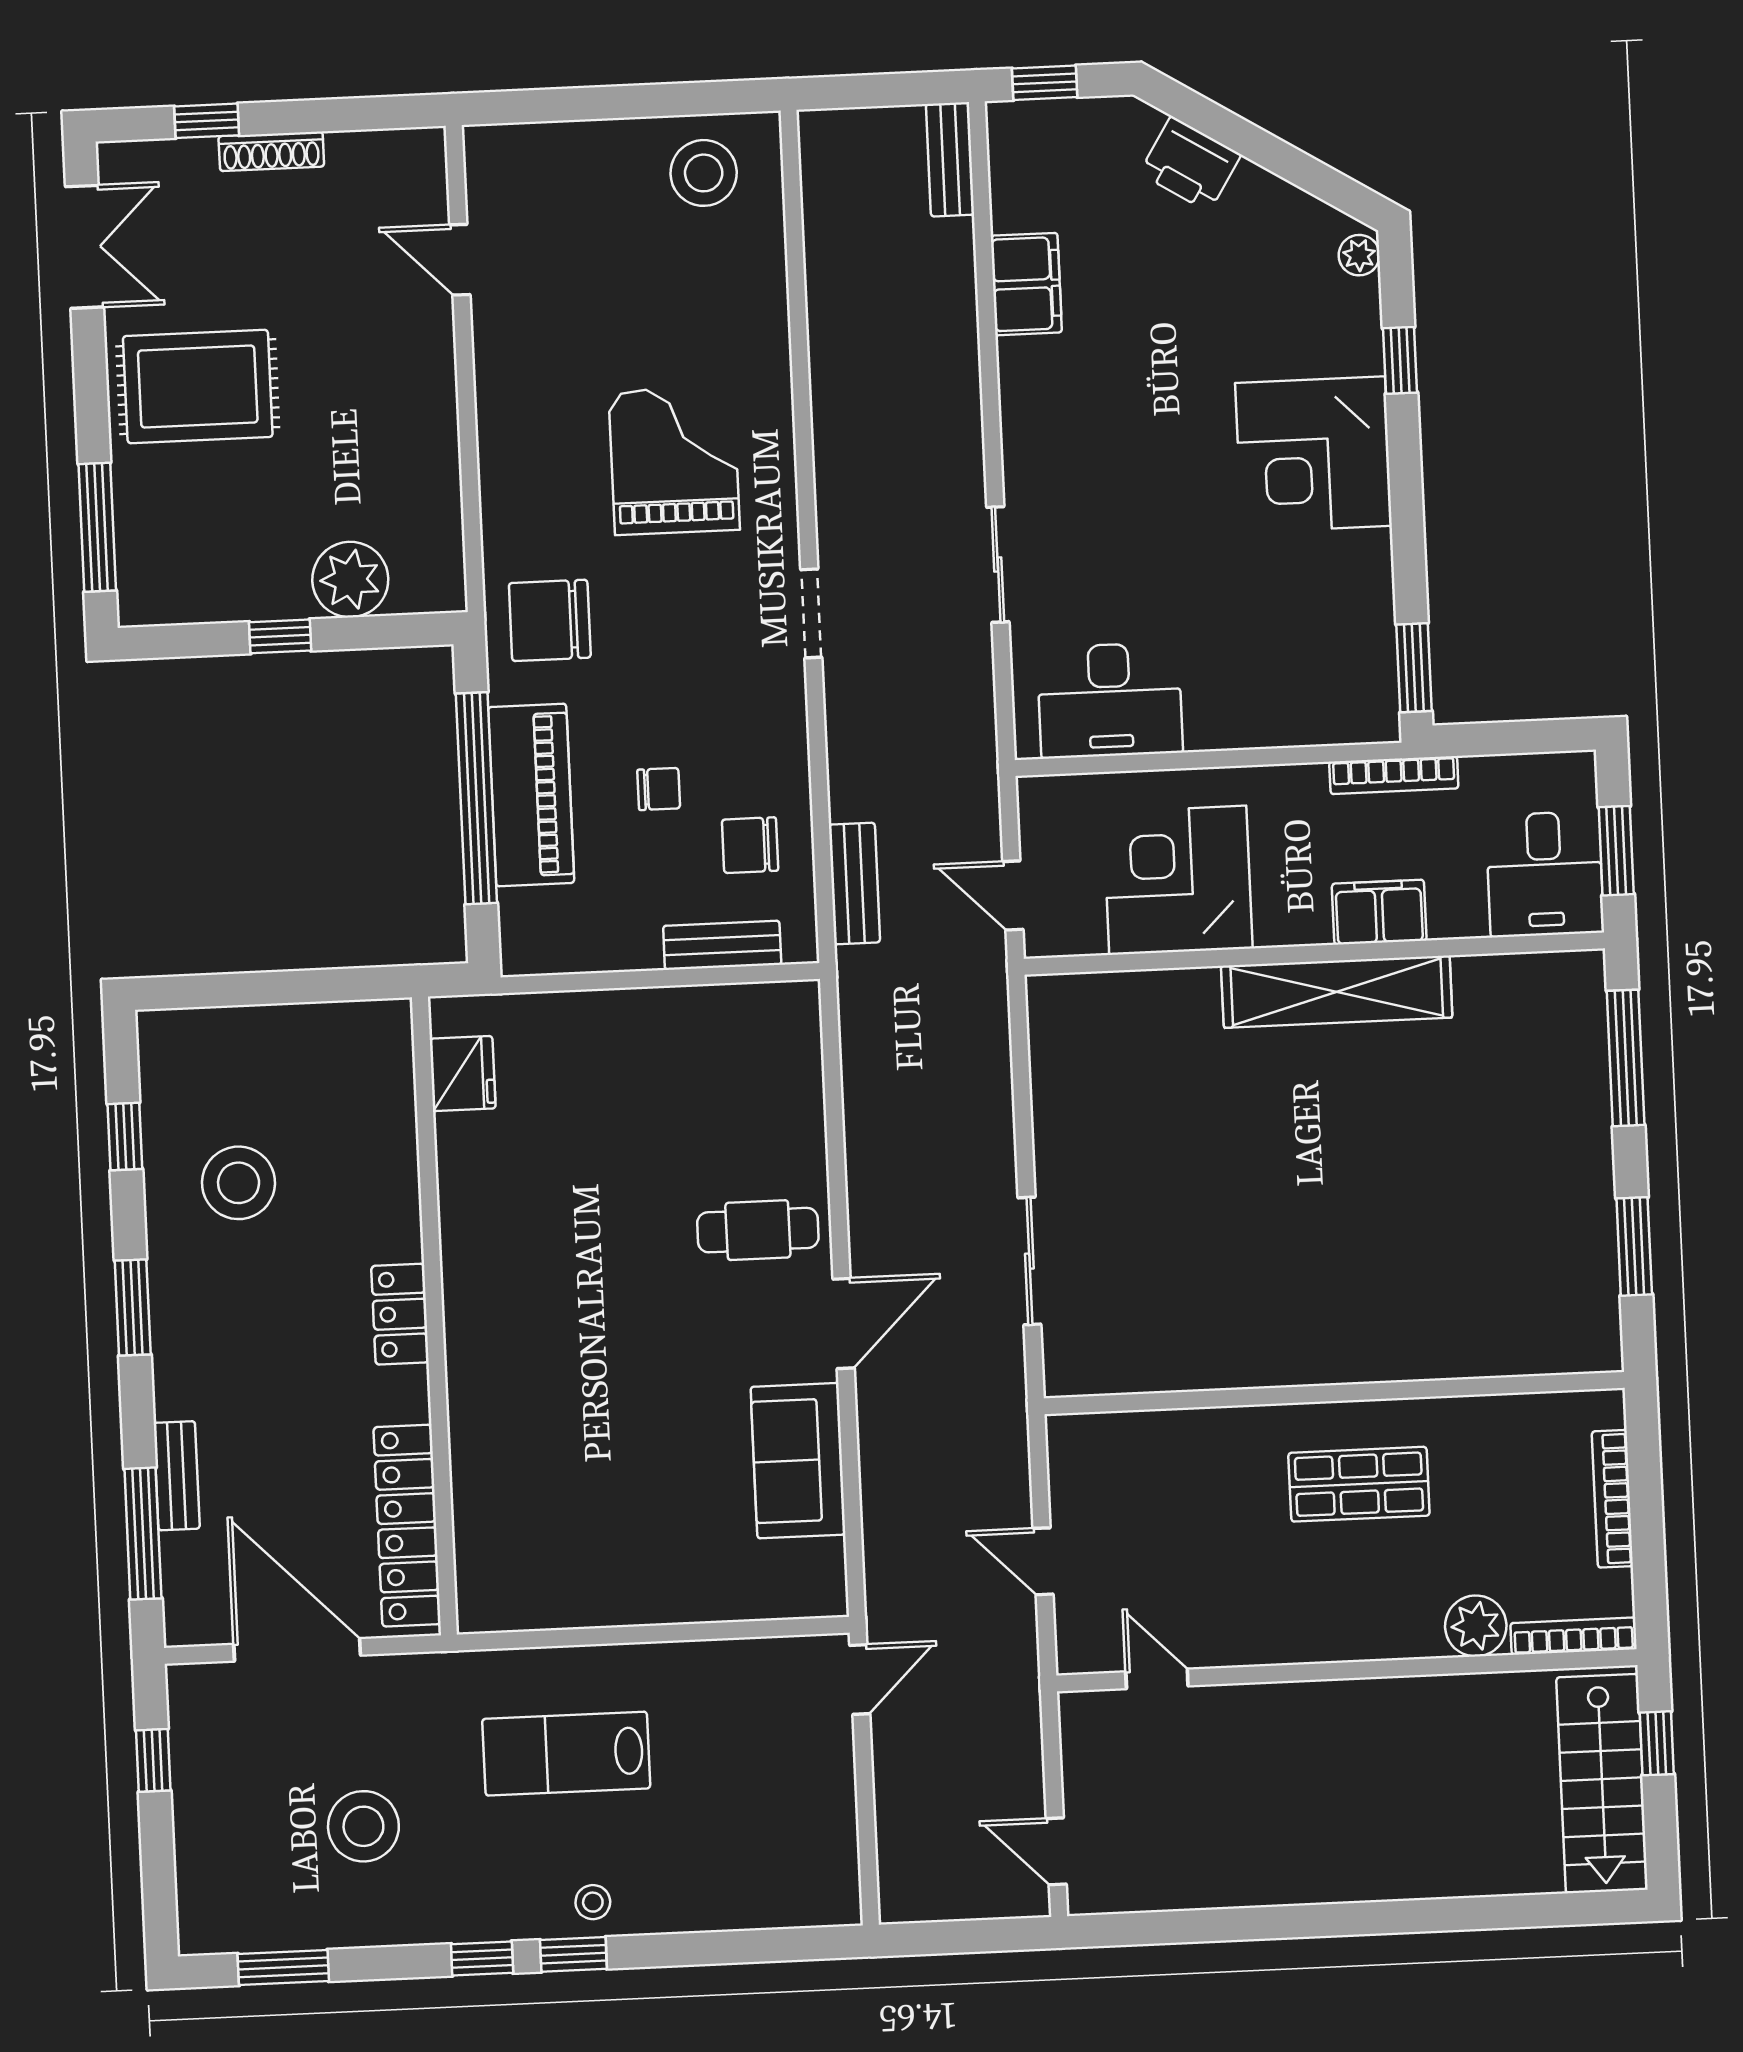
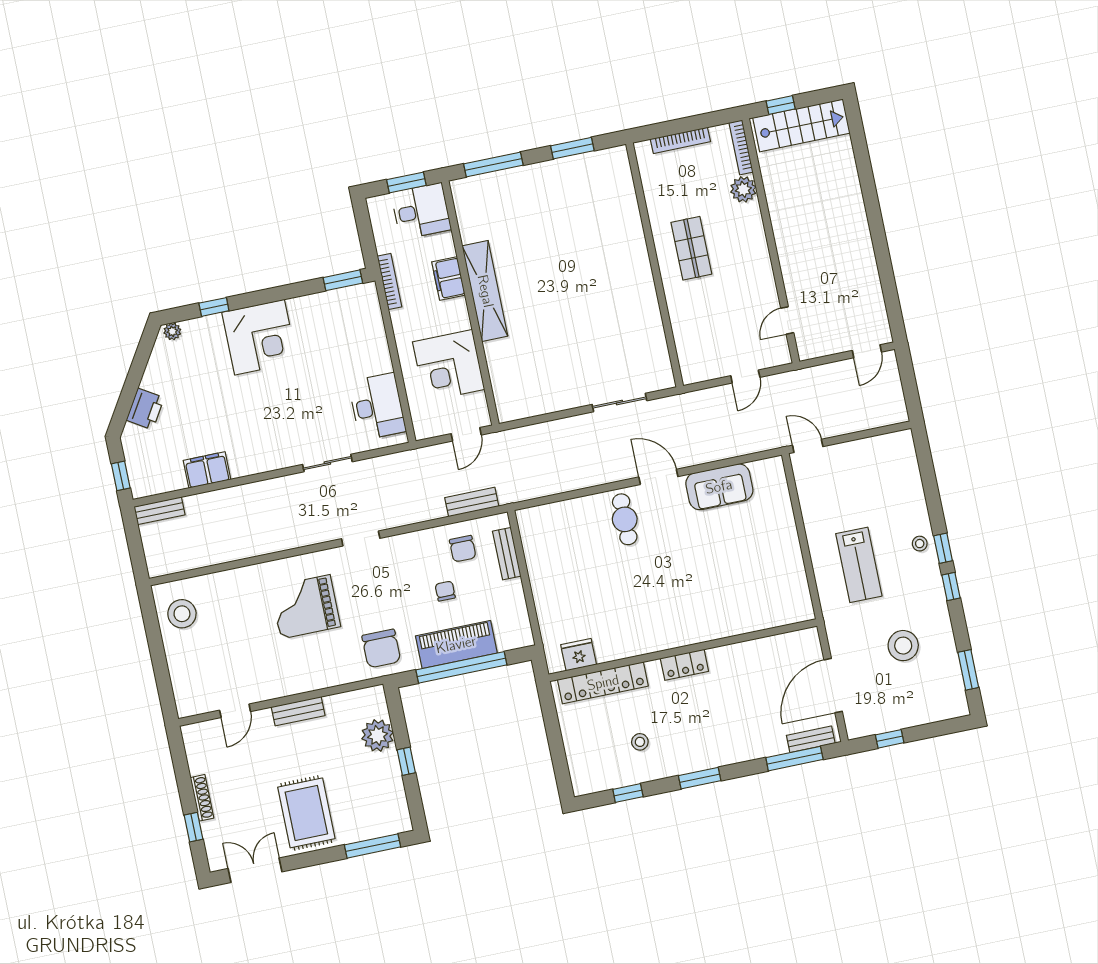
bench: (436, 405) -> (298, 711), added
stool: (239, 1183) -> (640, 742), width x0.53, depth x0.53
bench: (177, 1476) -> (811, 739), moved
locker: (407, 1526) -> (603, 683), moved

